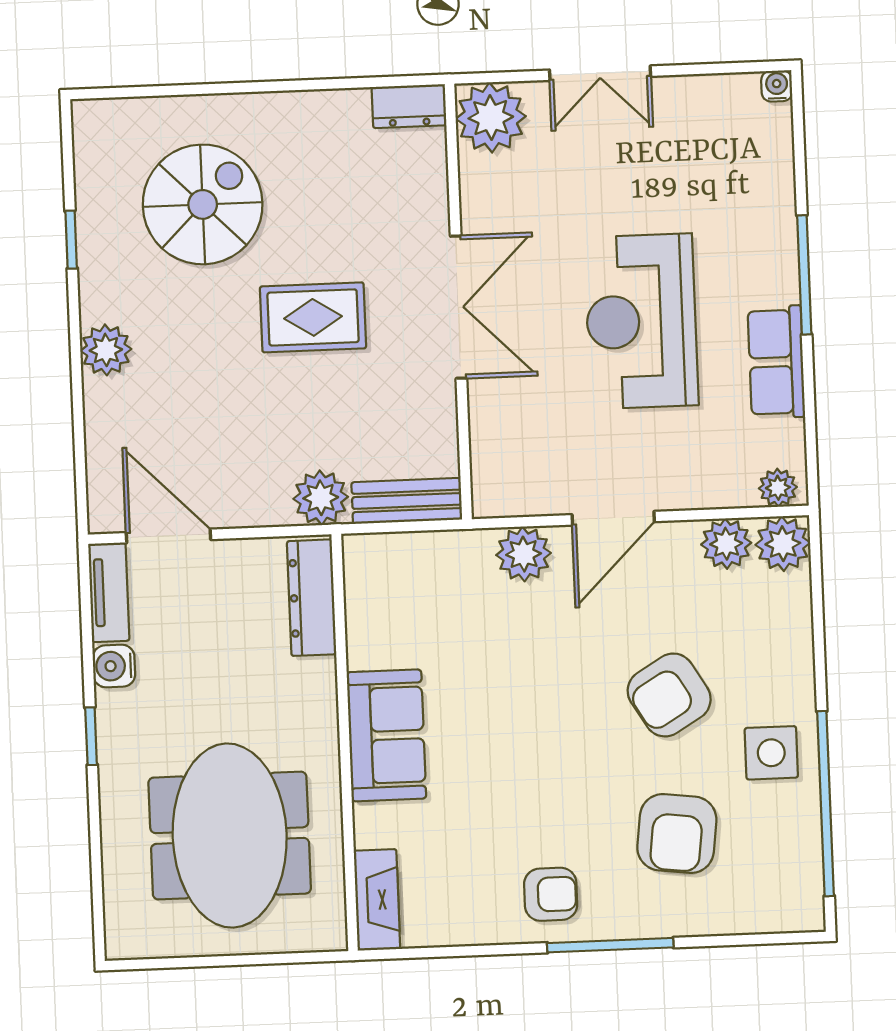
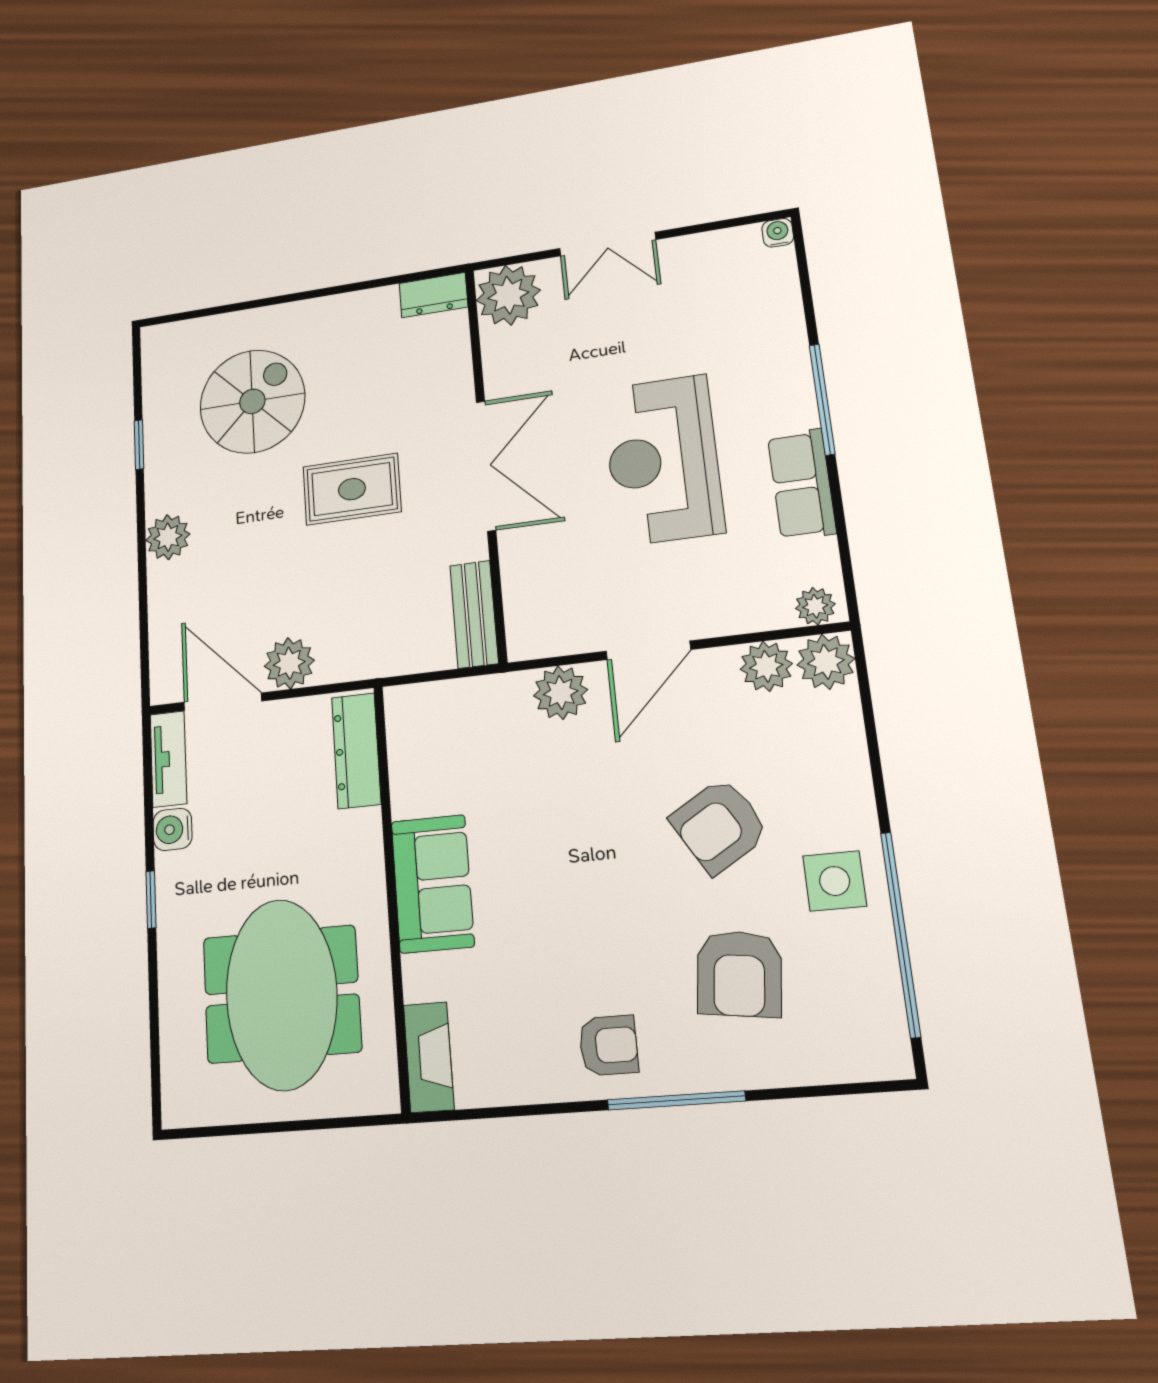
plant: (321, 498) -> (289, 663), moved
bench: (407, 501) -> (474, 614), moved, turned 90

